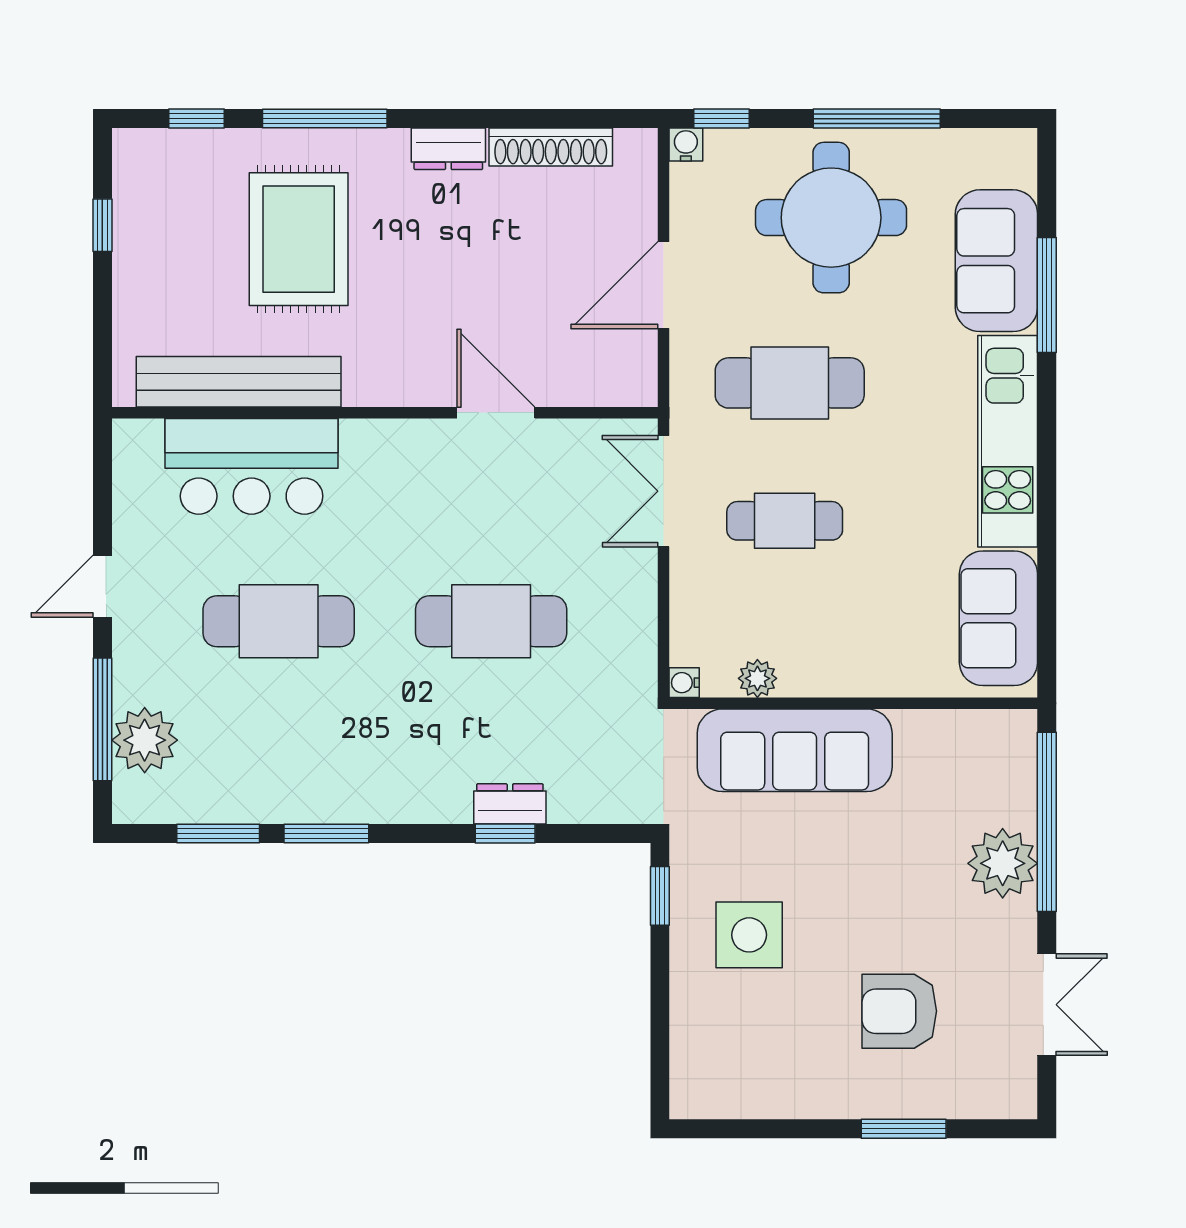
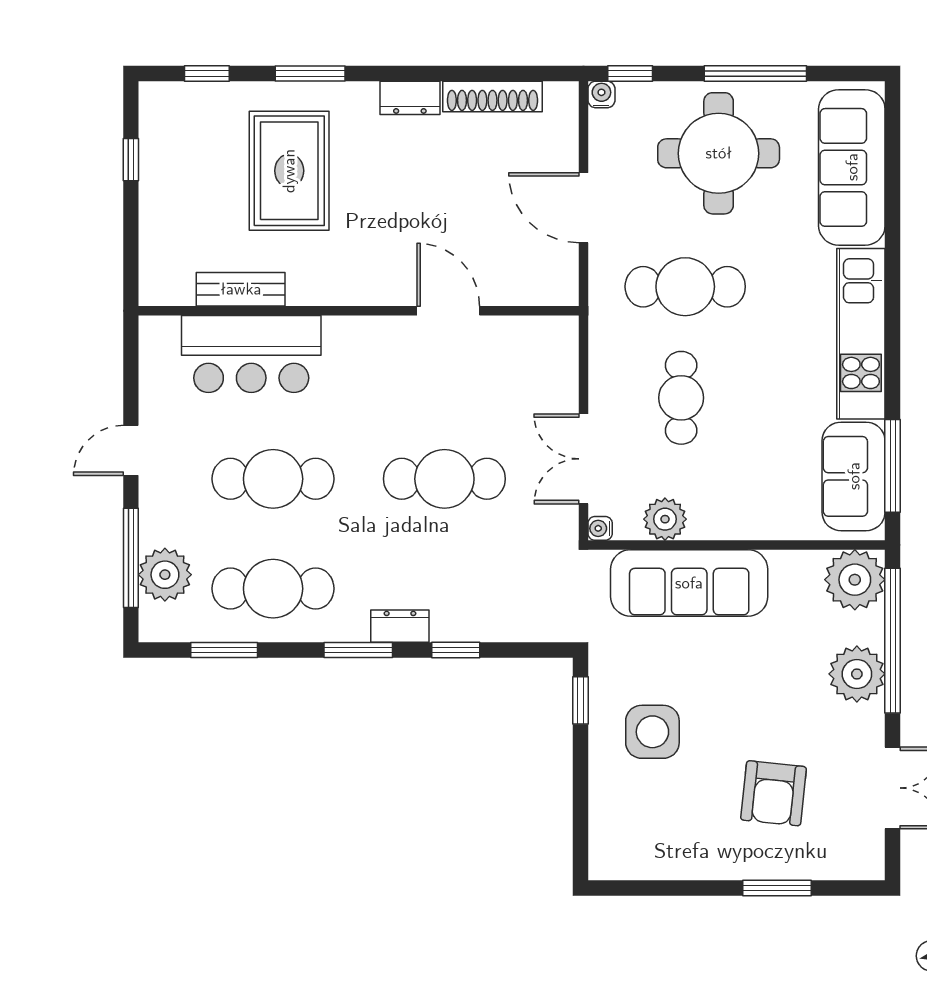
window: (325, 119) -> (310, 74), width x0.69
sofa: (996, 261) -> (852, 167), width x1.36
door: (664, 285) -> (584, 208), hinge flipped
window: (1047, 295) -> (893, 466), moved
bench: (239, 382) -> (241, 289), width x0.54, depth x0.82
double door: (664, 491) -> (584, 459), moved
cafe table: (785, 521) -> (681, 398), turned 90
plant: (757, 678) -> (665, 519), width x1.38, depth x1.38
plant: (1000, 746) -> (855, 580), added
cafe table: (279, 757) -> (273, 589), added
dresser: (510, 804) -> (400, 626), moved
window: (326, 834) -> (358, 650), moved
armchair: (899, 1011) -> (774, 793), turned -84

